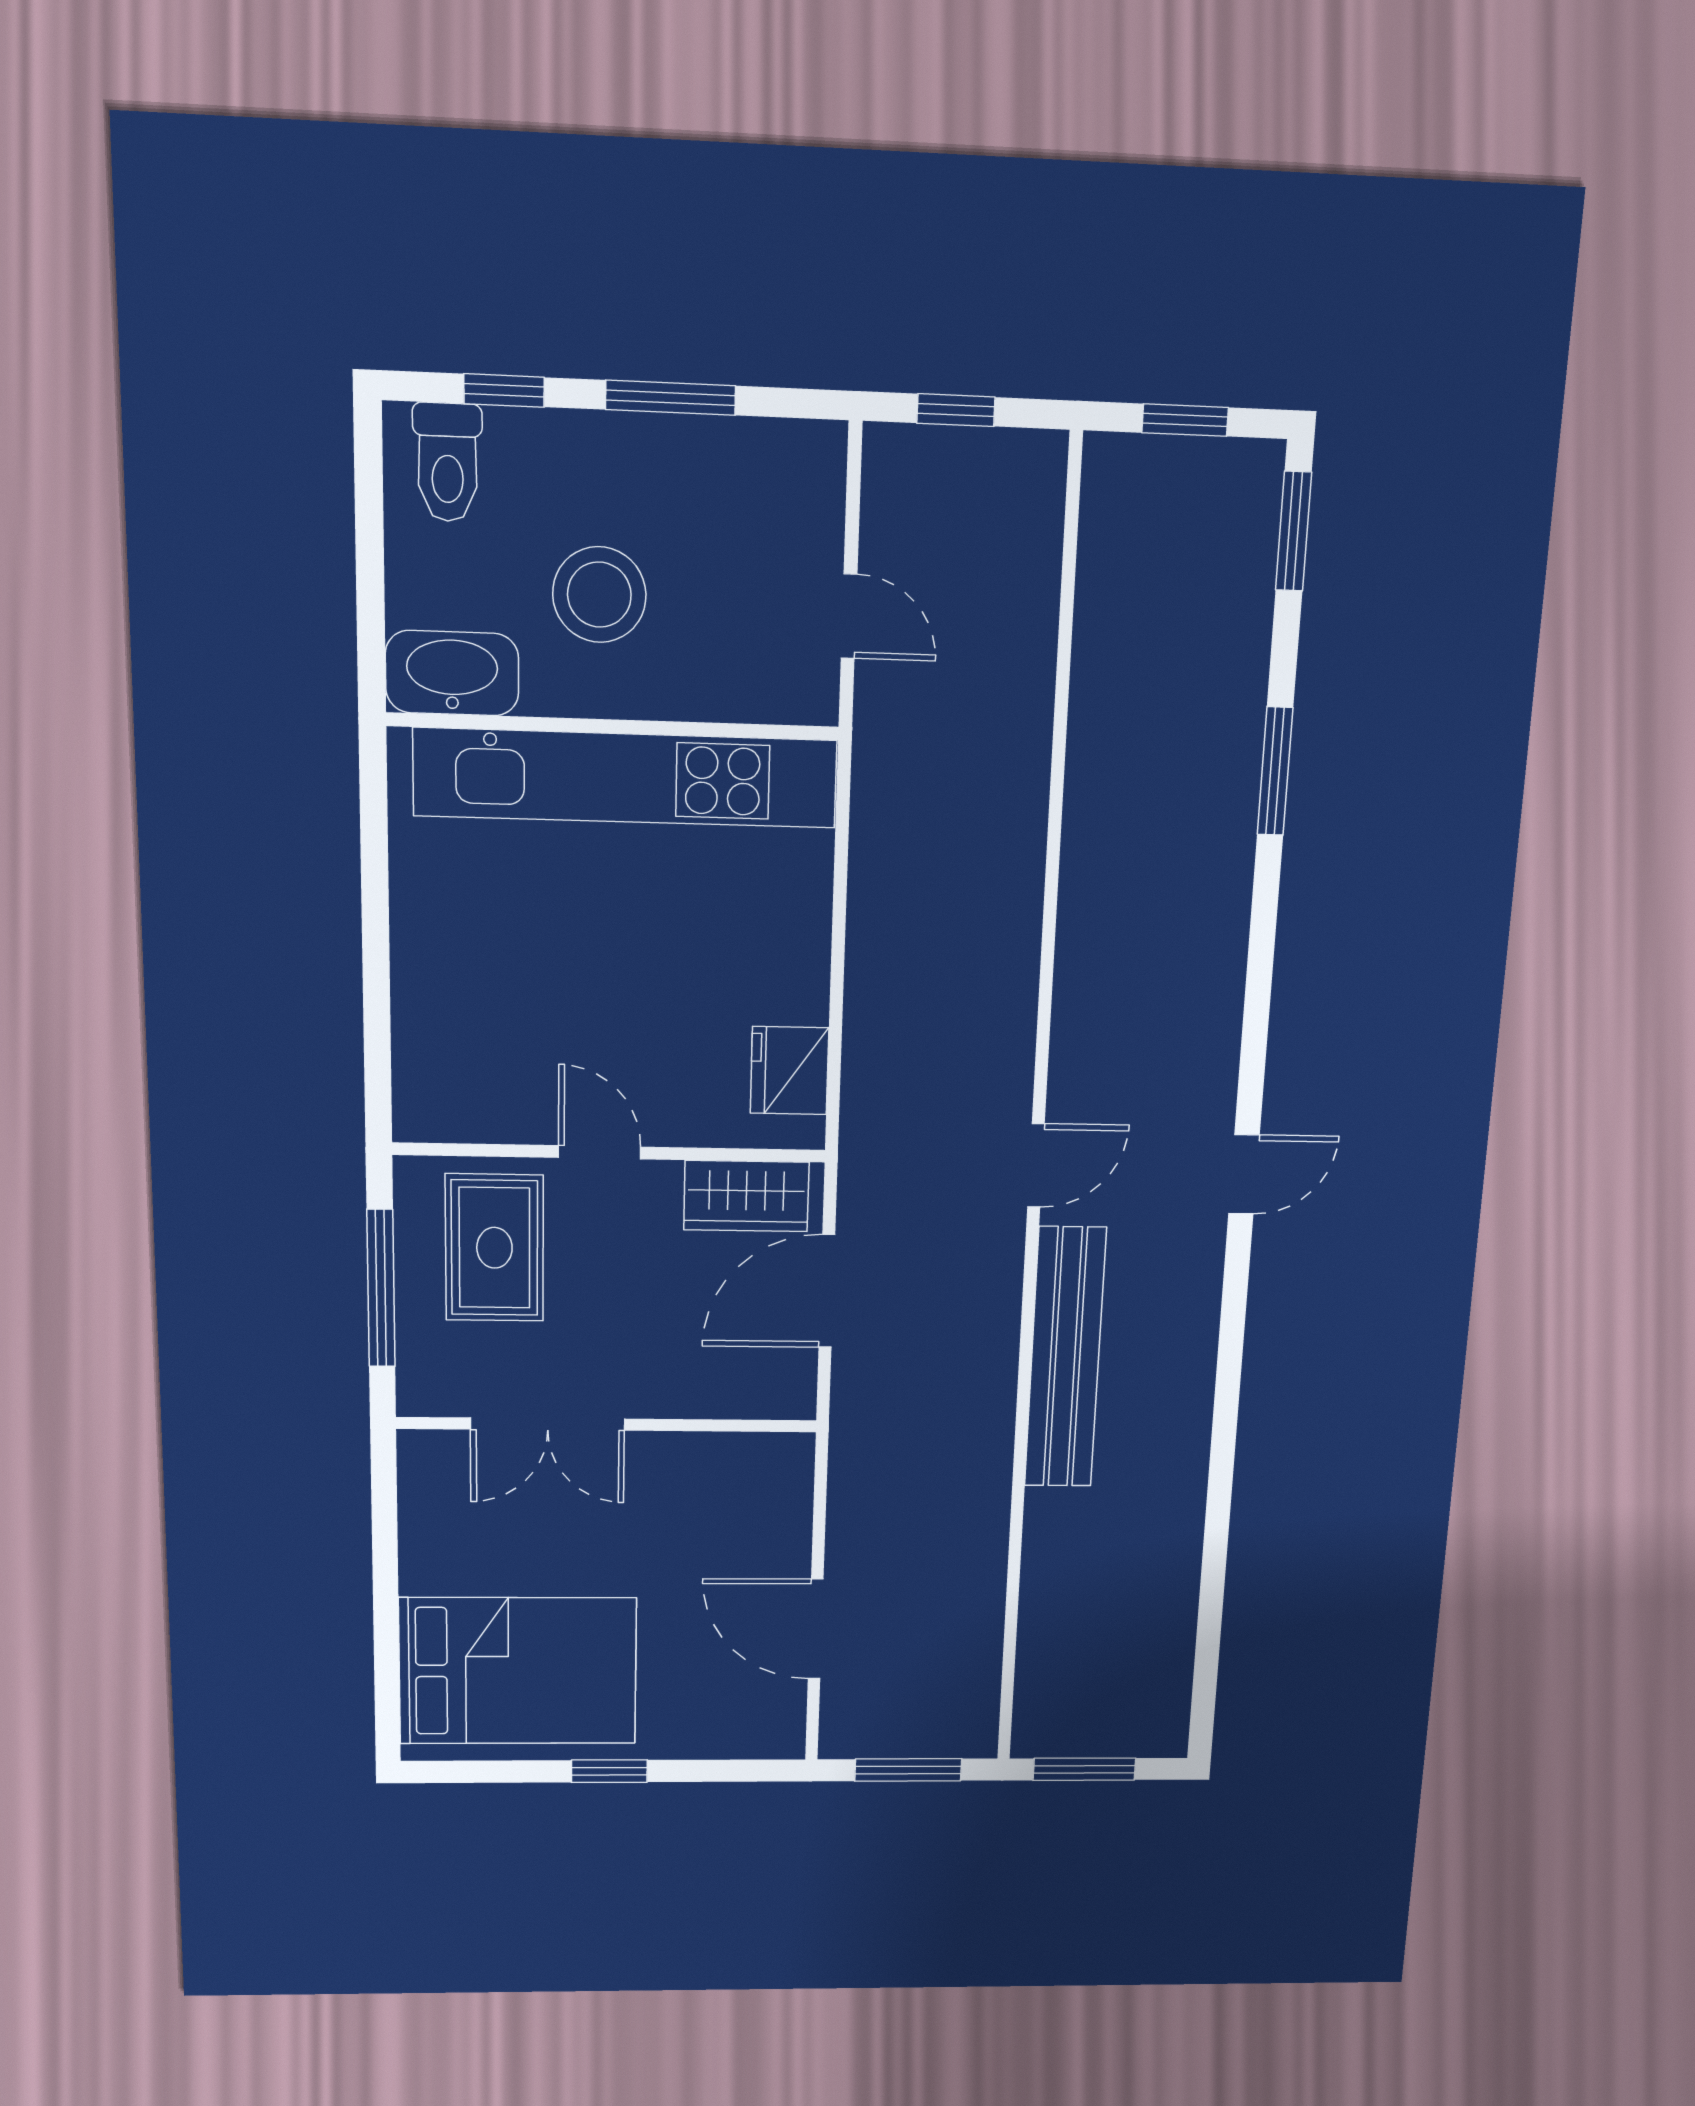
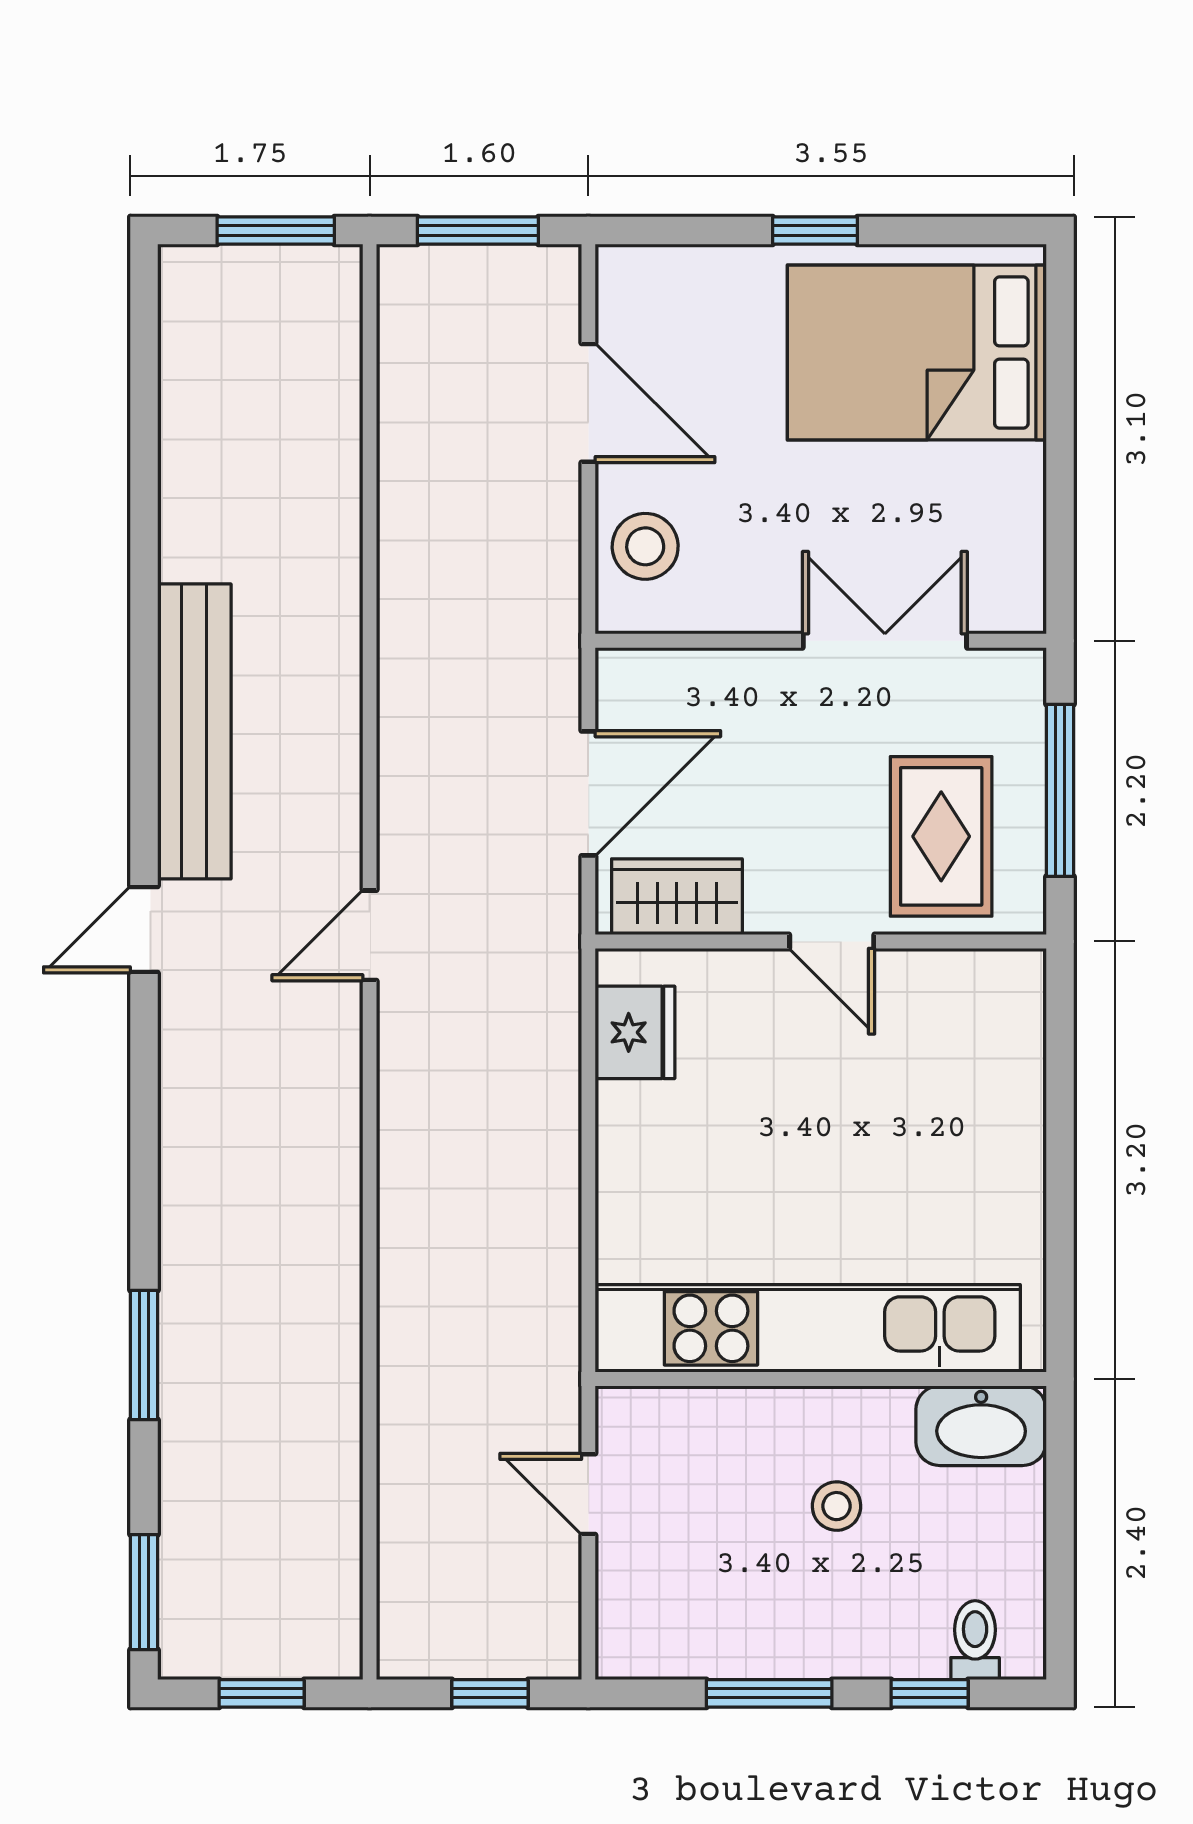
toilet: (448, 462) -> (975, 1640), width x0.73, depth x0.72
stool: (599, 595) -> (837, 1506), width x0.53, depth x0.53
bench: (1065, 1358) -> (194, 731), moved
stool: (768, 1508) -> (645, 546), added

